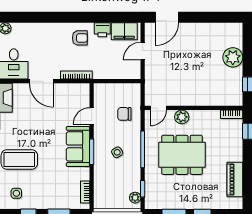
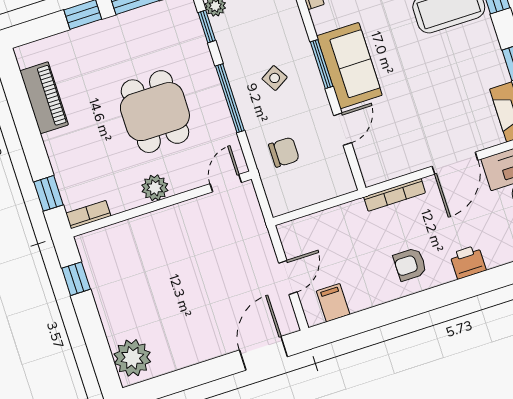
printer: (102, 30) -> (468, 262), moved
filing cabinet: (124, 31) -> (333, 303), width x0.50
plant: (233, 57) -> (132, 358), moved
door: (41, 81) -> (455, 163), swing flipped
plant: (182, 117) -> (155, 188), moved
dining table: (182, 155) -> (155, 112), width x0.73

